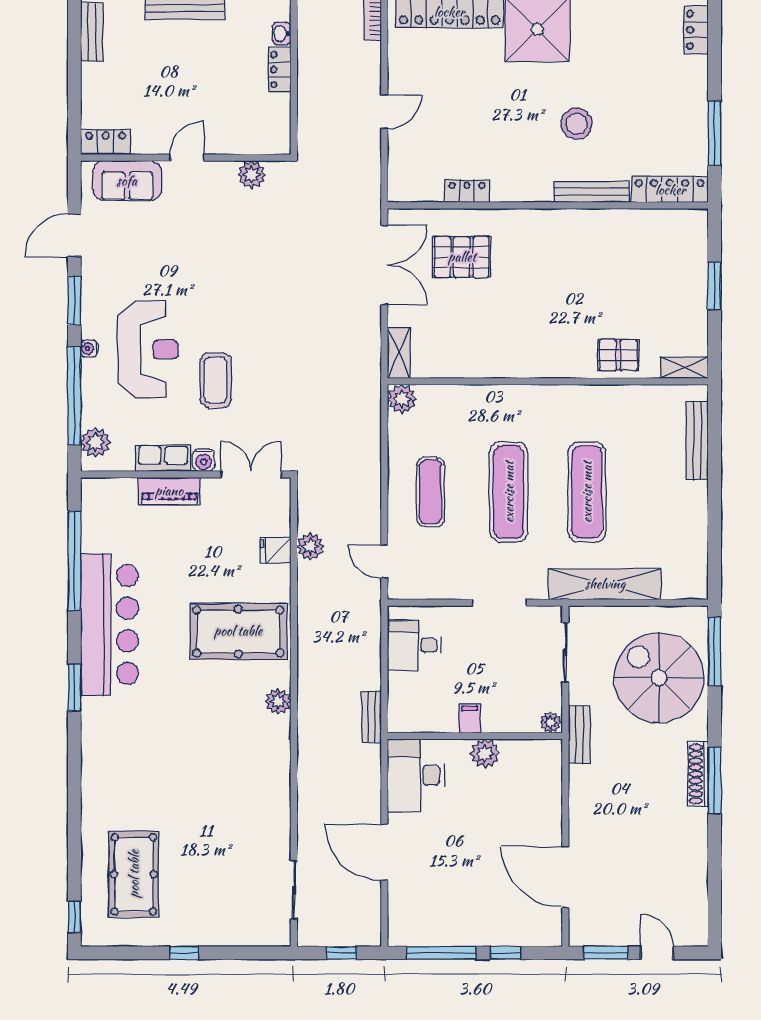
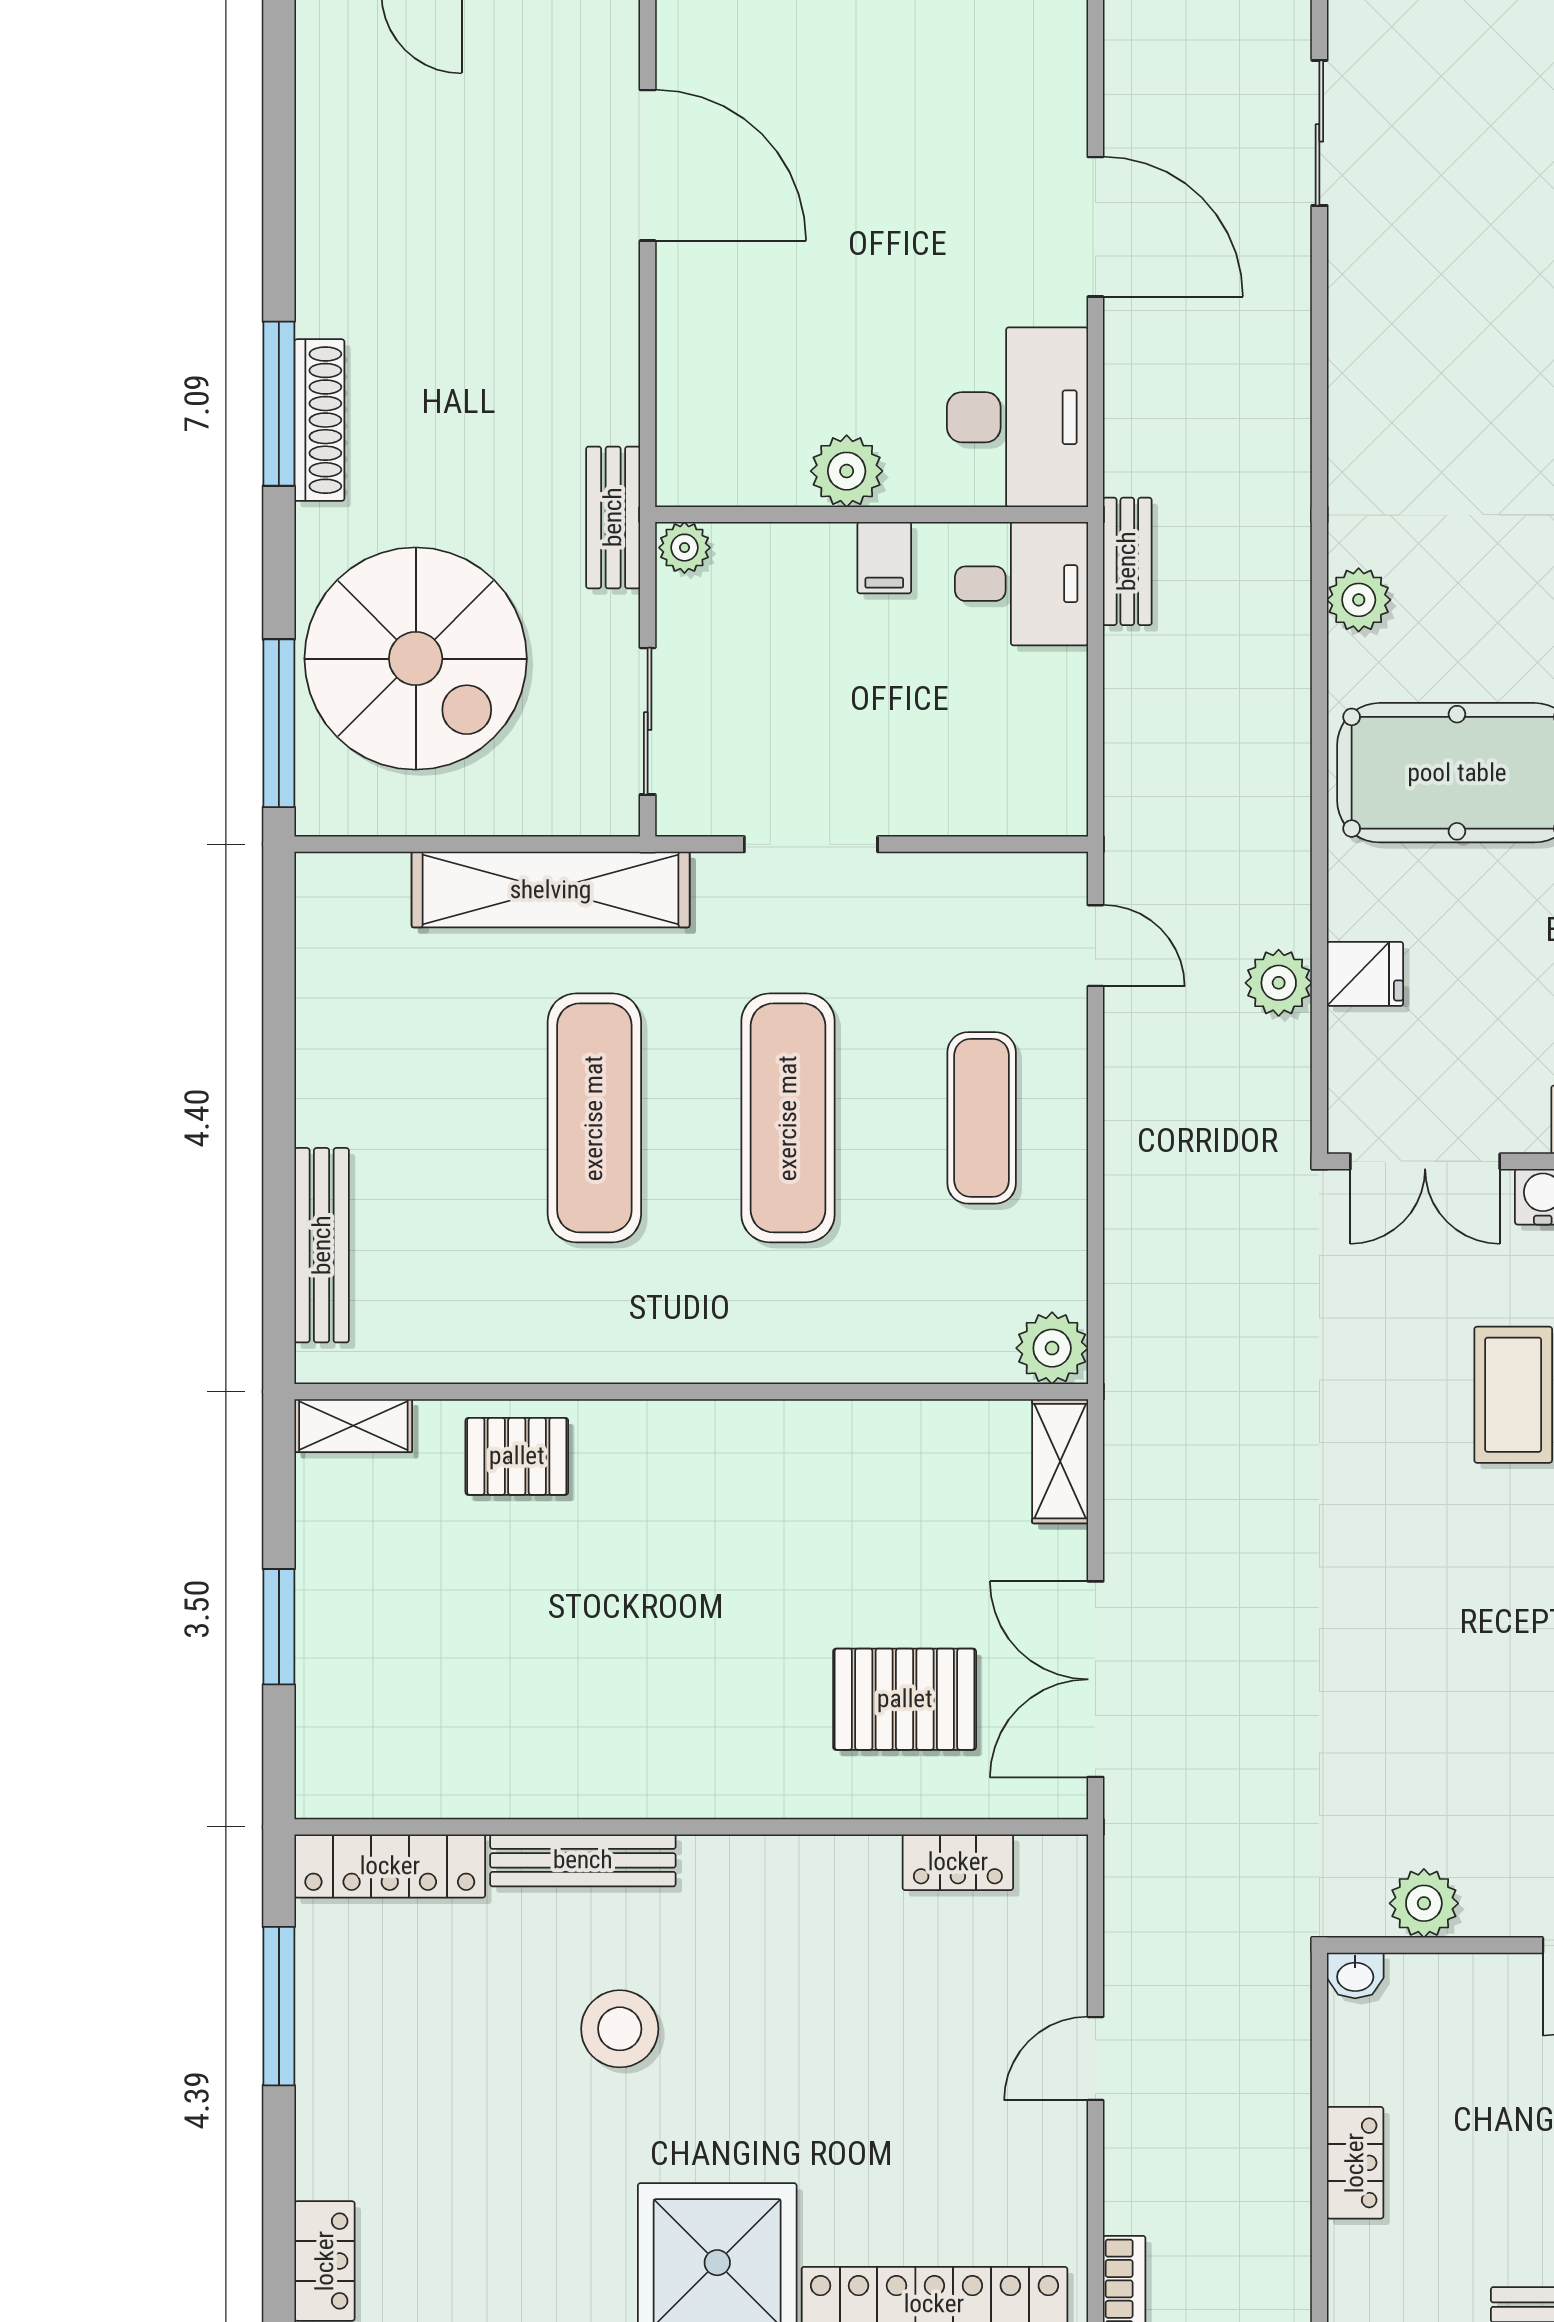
washbasin: (282, 34) -> (1355, 1975), moved, turned 90
locker: (467, 191) -> (958, 1862), moved
desk: (414, 645) -> (1022, 584), moved

